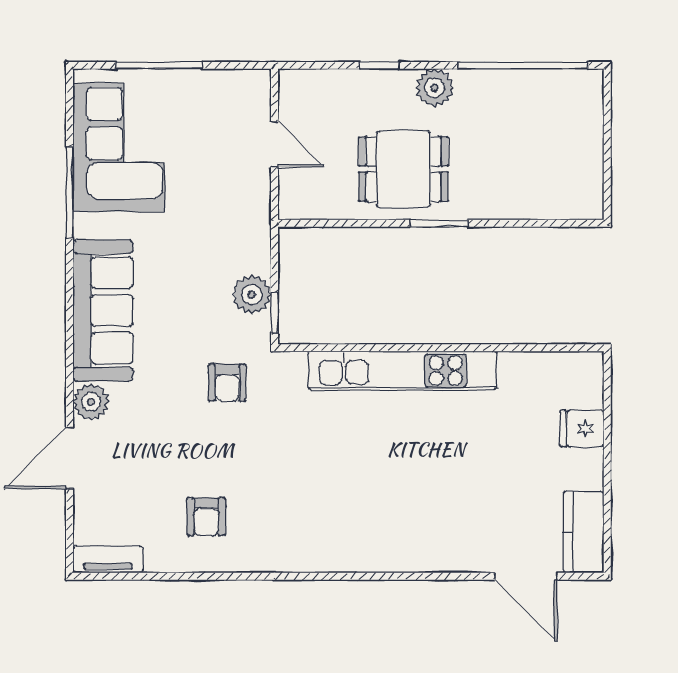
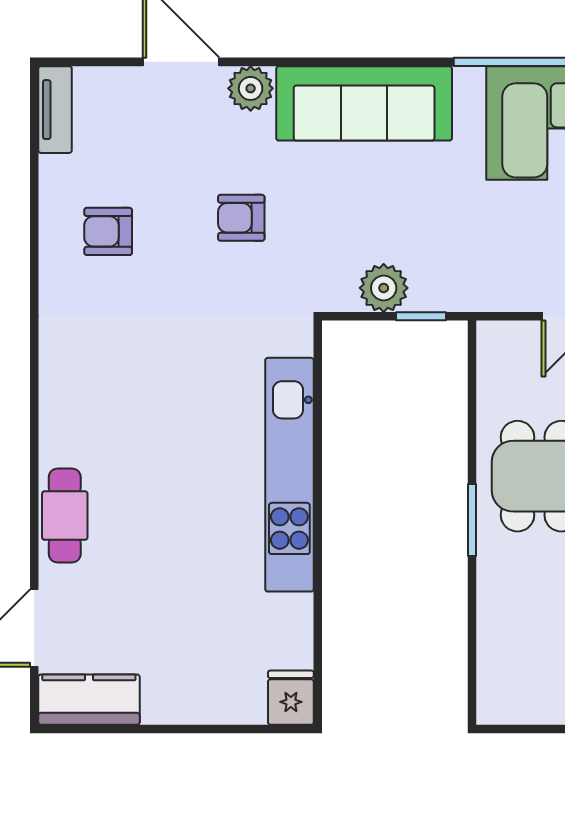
window: (275, 312) -> (421, 316), moved
armchair: (227, 383) -> (241, 218), moved
fridge: (582, 429) -> (291, 698), moved
cafe table: (435, 552) -> (65, 516), added

